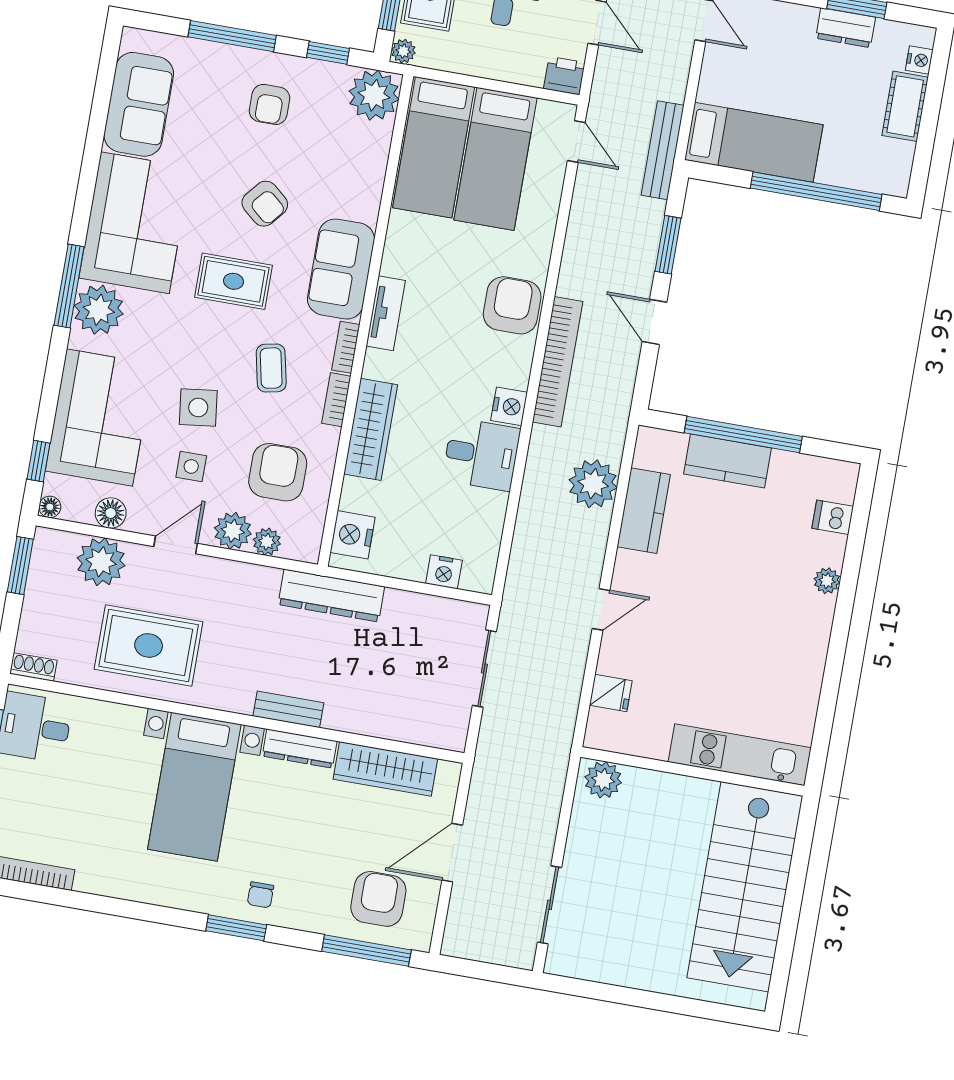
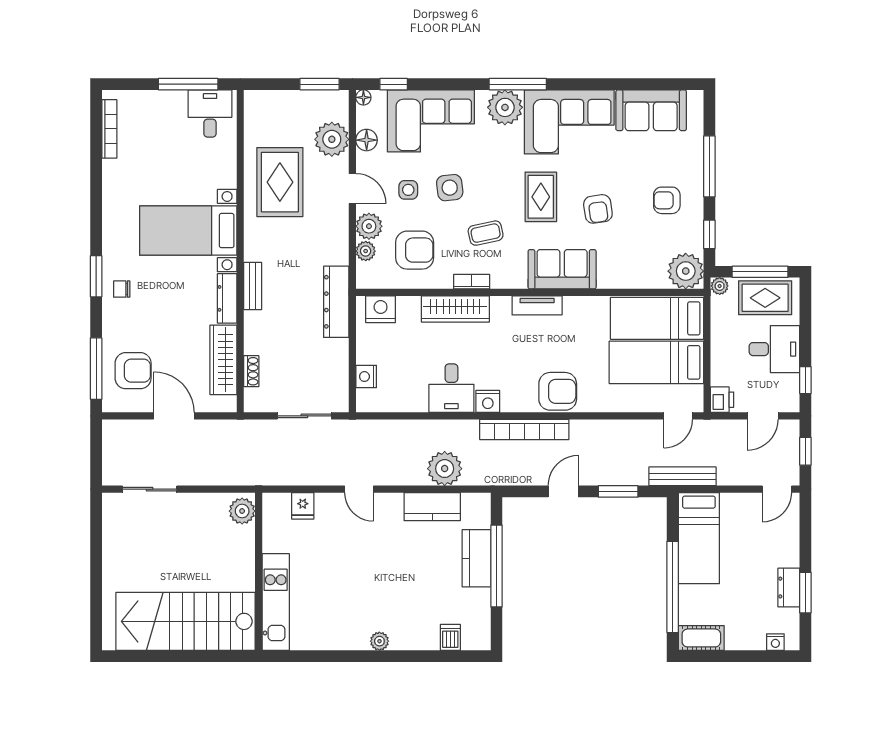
cot: (905, 106) -> (701, 638), moved
armchair: (265, 204) -> (598, 209), turned -48
bookcase: (346, 347) -> (509, 282), removed
plant: (827, 581) -> (379, 641), moved
shoe rack: (33, 667) -> (251, 371), moved

